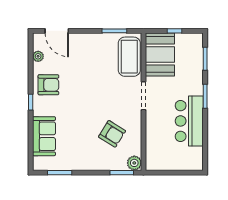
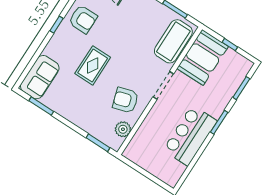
rug: (79, 116) -> (93, 65), added
armchair: (112, 134) -> (125, 100), moved, turned 131
sofa: (44, 136) -> (40, 77), moved
plant: (134, 163) -> (123, 129), moved

